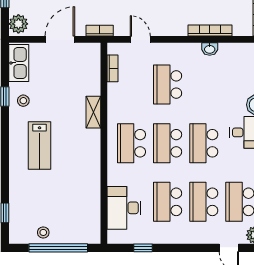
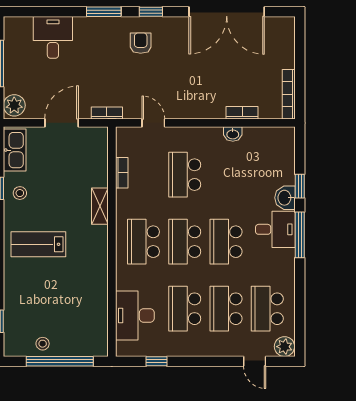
bookcase: (210, 30) -> (242, 113), width x0.64
bookcase: (113, 68) -> (122, 173), moved
lab bench: (40, 145) -> (38, 244), turned 90

